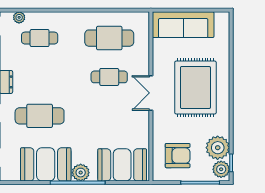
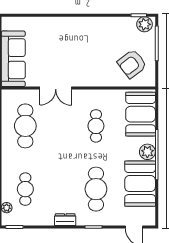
cafe table: (109, 77) -> (96, 126), moved
rug: (195, 87) -> (70, 48), removed
double door: (151, 93) -> (56, 88), moved
plant: (218, 148) -> (125, 27), removed
armchair: (178, 156) -> (132, 64), turned -127

